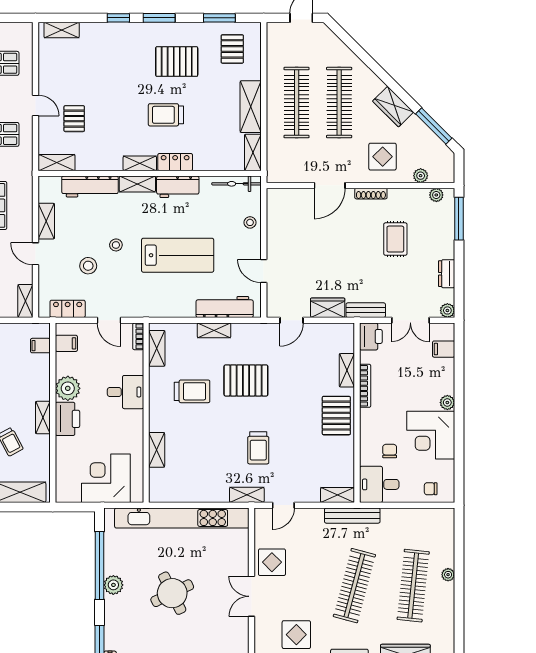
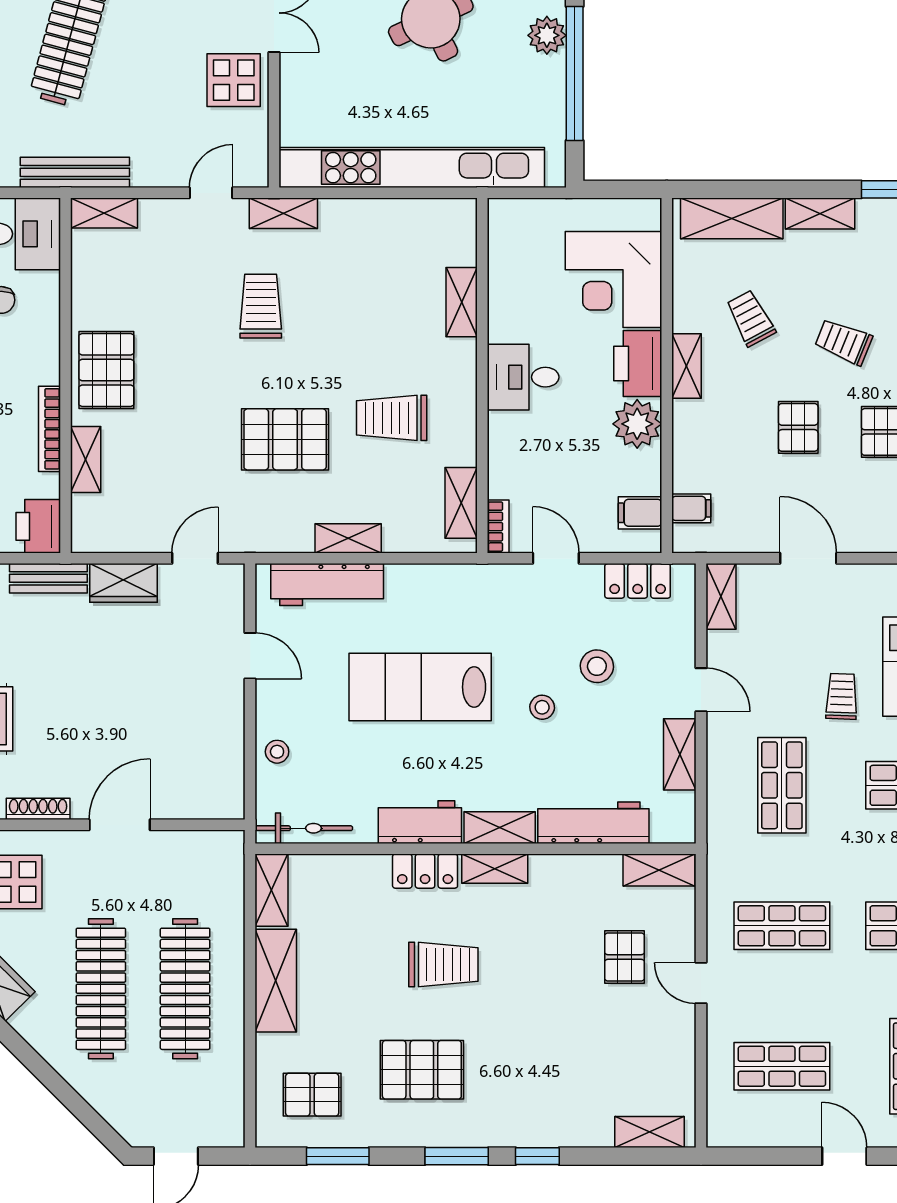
pallet: (232, 49) -> (312, 1095), turned 90
desk: (125, 392) -> (523, 377), moved
corner desk: (106, 478) -> (614, 279), moved, turned 90

